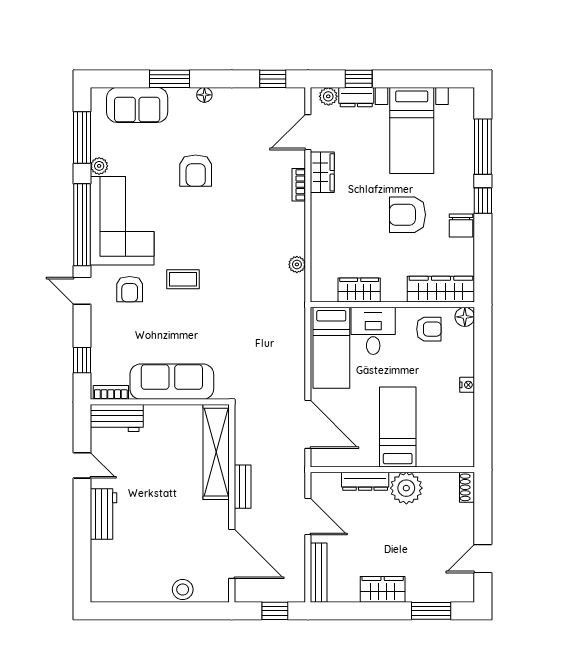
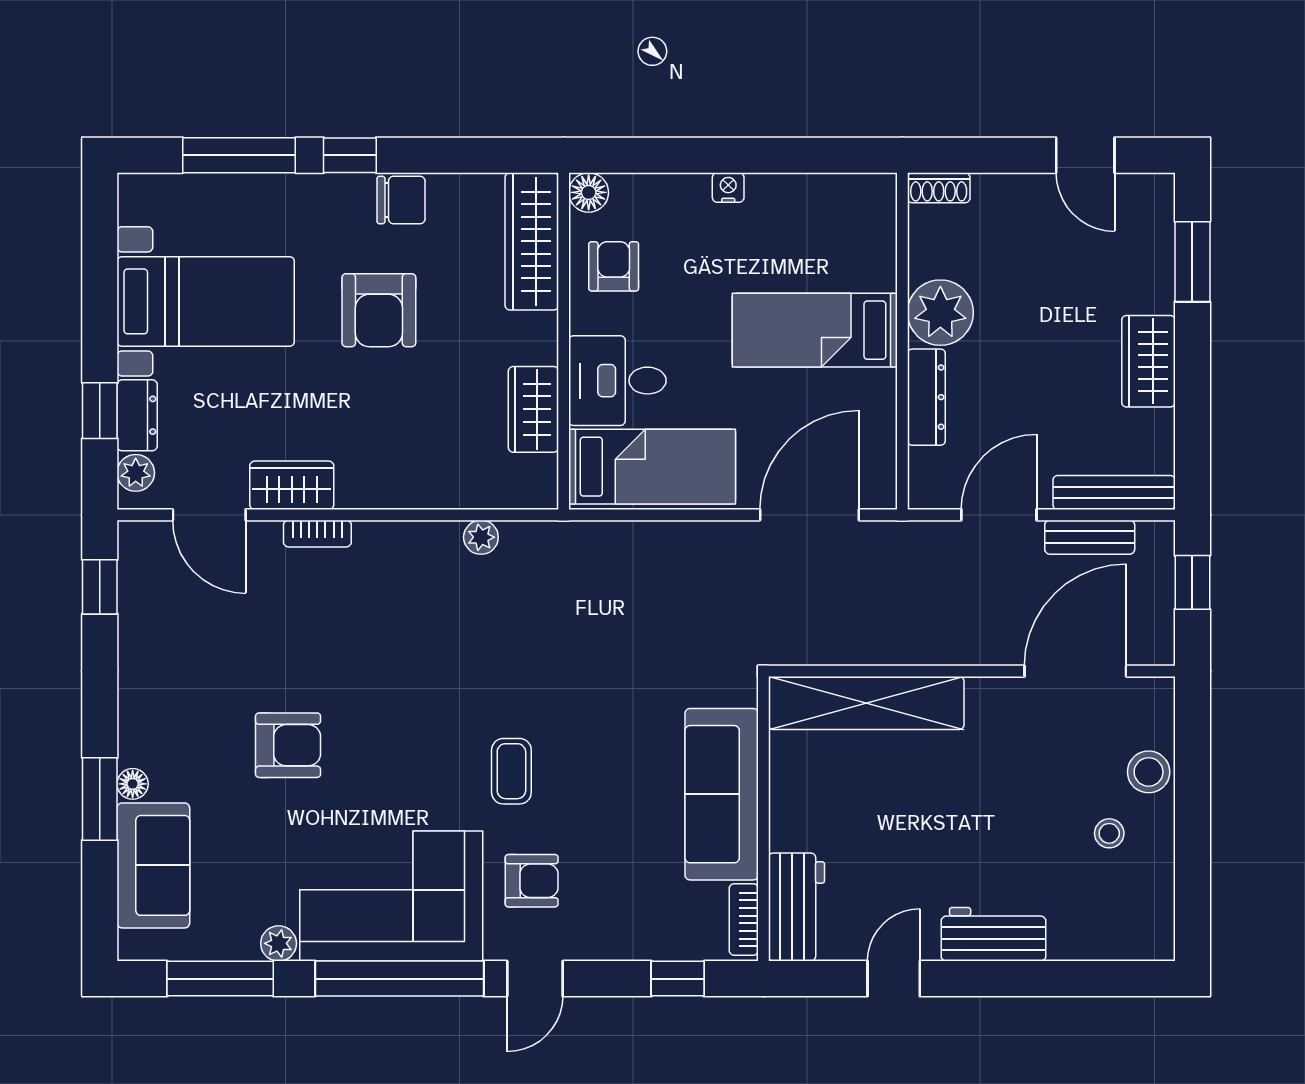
floor lamp: (204, 95) -> (133, 784), moved
bench: (243, 487) -> (1090, 537), moved
stool: (153, 570) -> (1109, 833), added

